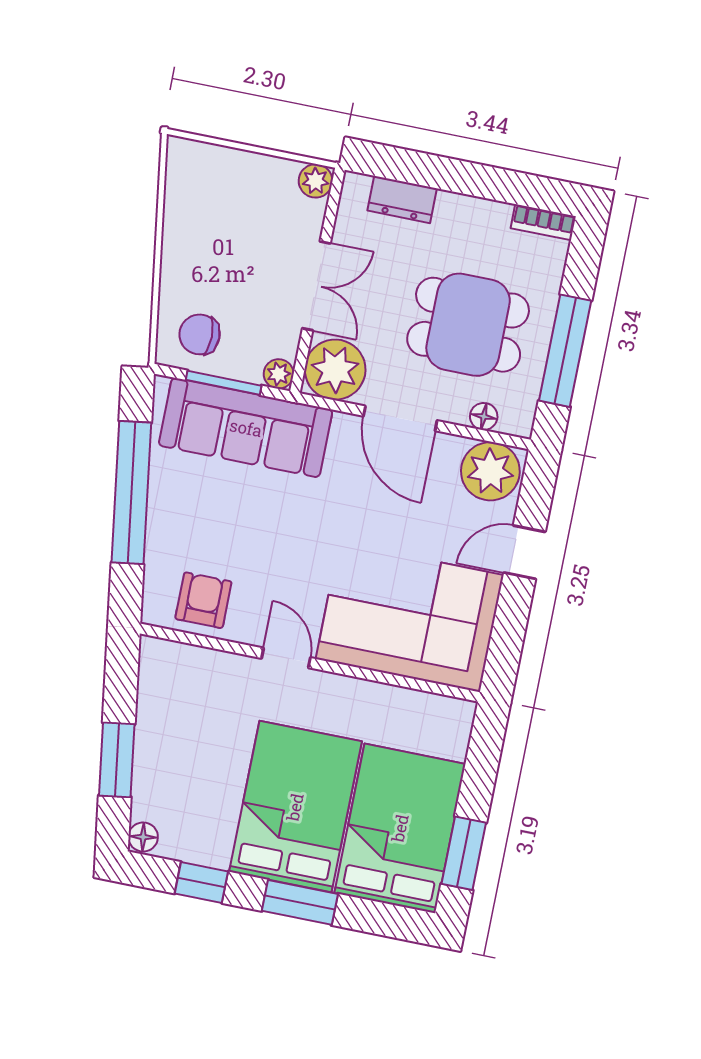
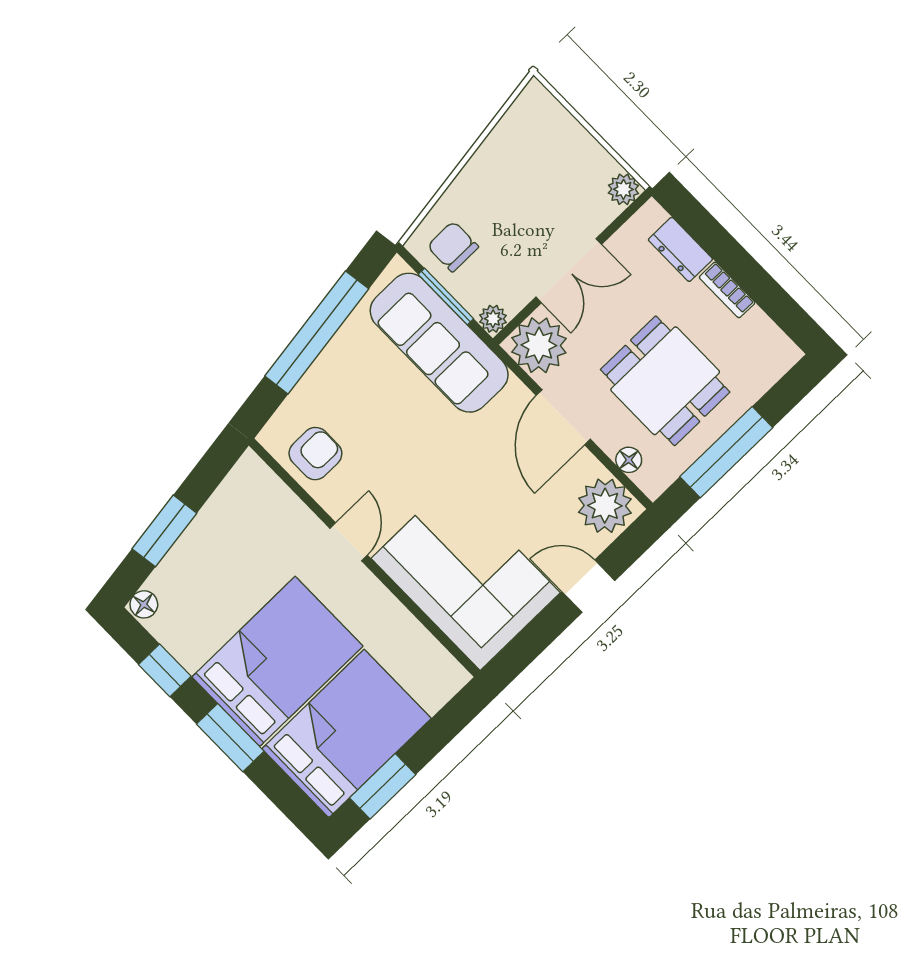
bookcase: (543, 222) -> (727, 290), moved

